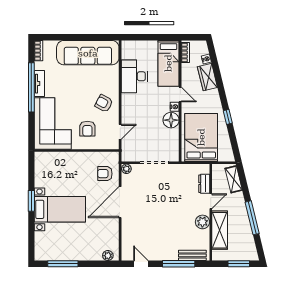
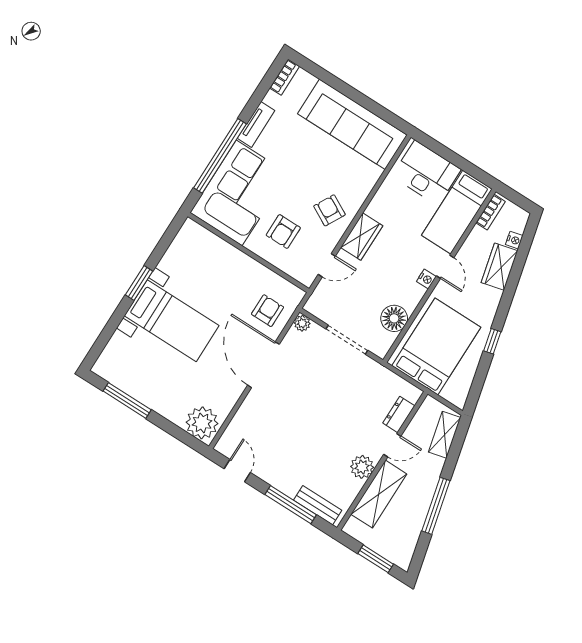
desk: (134, 76) -> (426, 173), moved, turned 90
window: (31, 87) -> (220, 156), moved
wardrobe: (128, 106) -> (362, 237), added
floor lamp: (171, 120) -> (394, 318), moved
armchair: (105, 174) -> (268, 311), turned 90
door: (120, 202) -> (263, 365), hinge flipped
plant: (108, 256) -> (202, 423), width x1.88, depth x1.88

